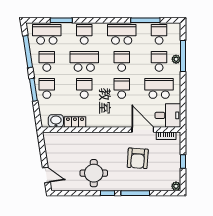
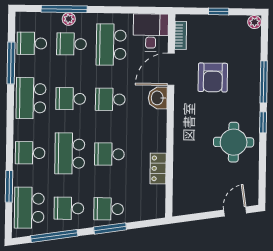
washbasin: (56, 121) -> (158, 98), moved
armchair: (138, 158) -> (213, 77), turned 86

